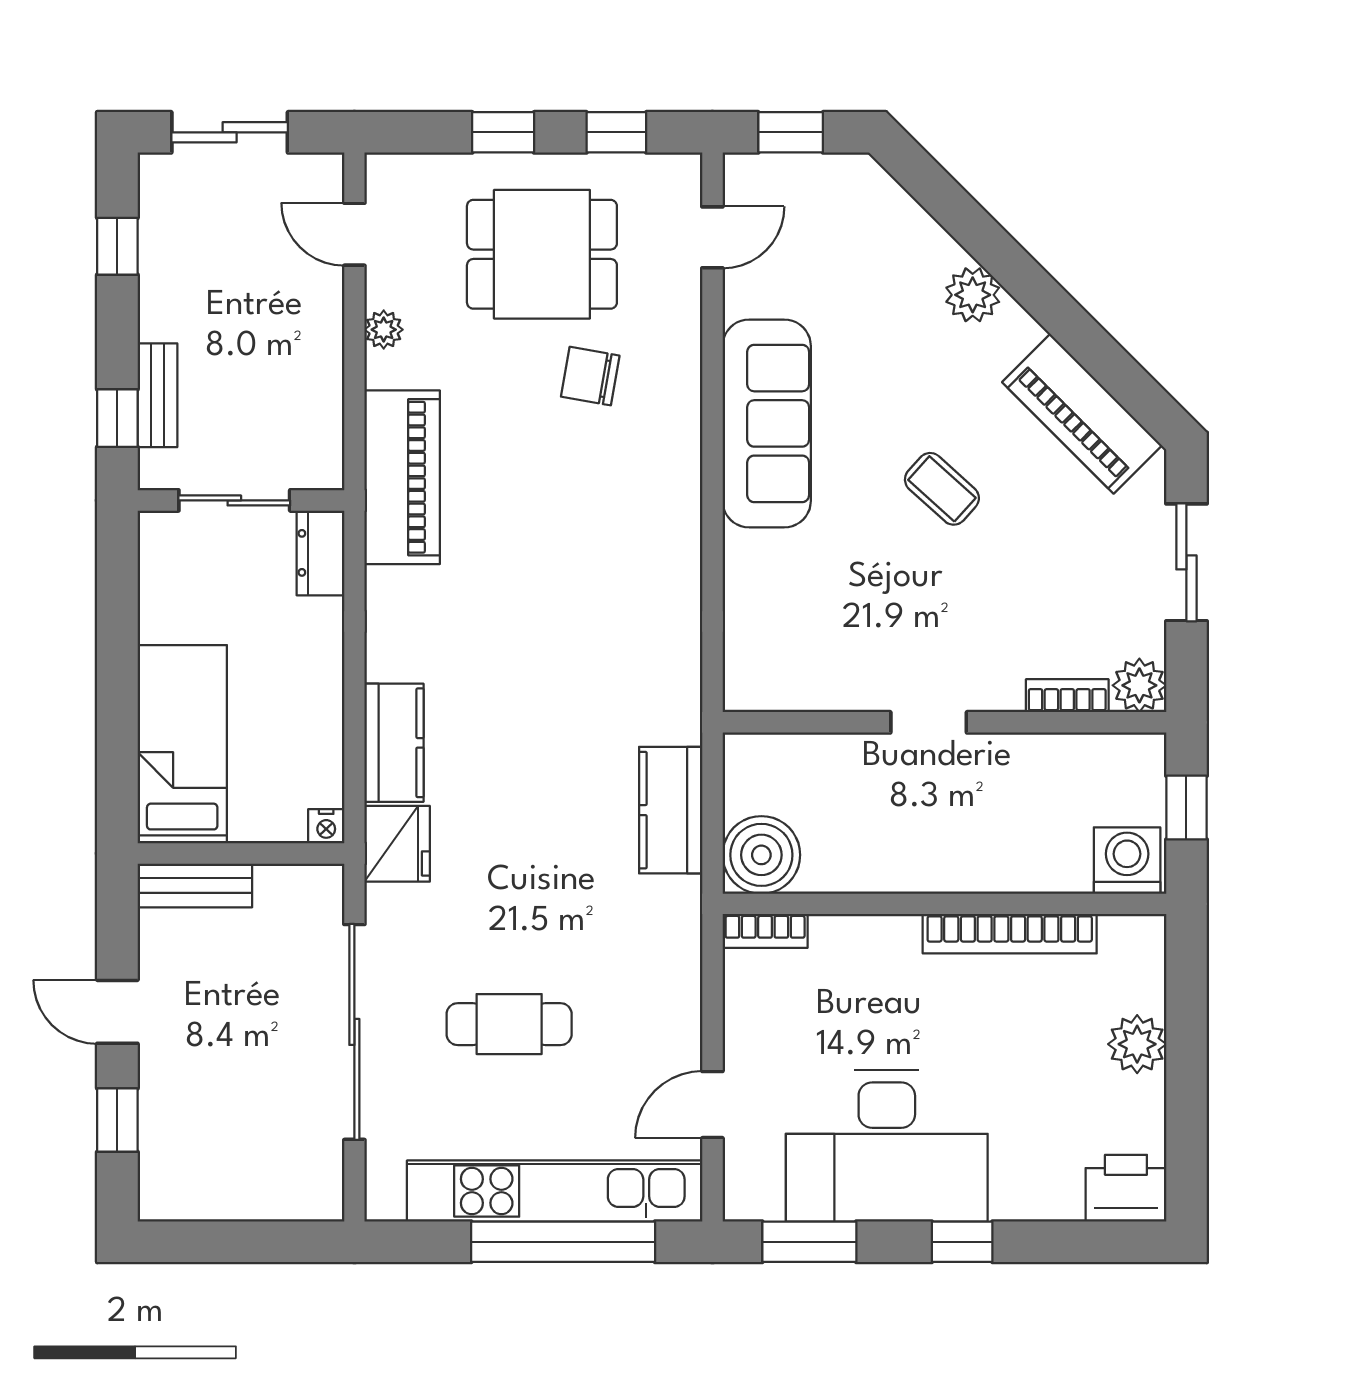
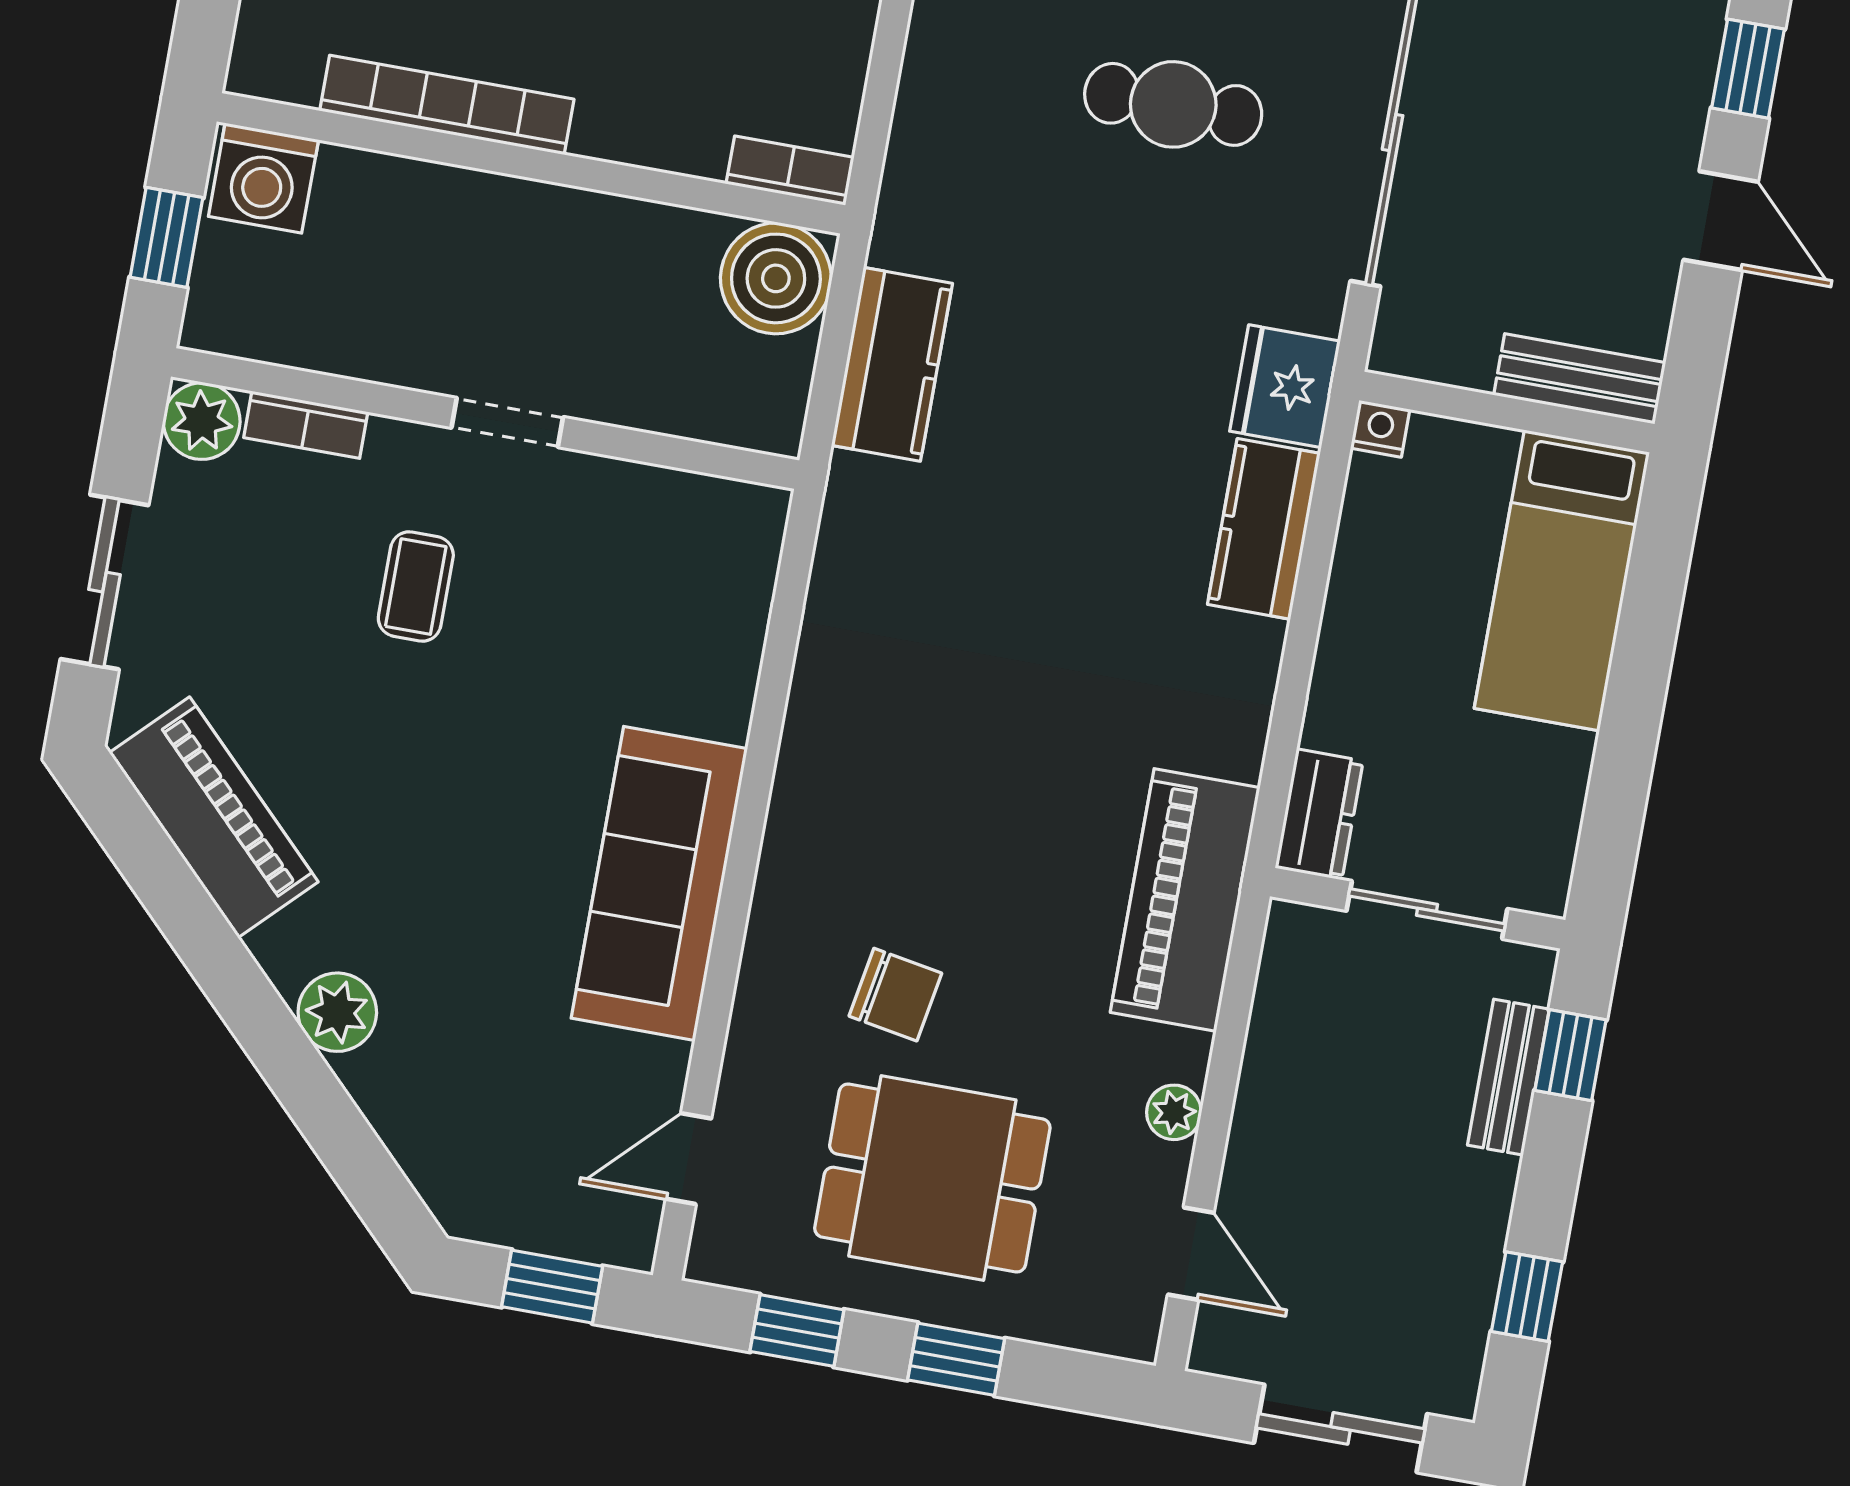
coffee table: (942, 489) -> (416, 587), moved, turned 48

